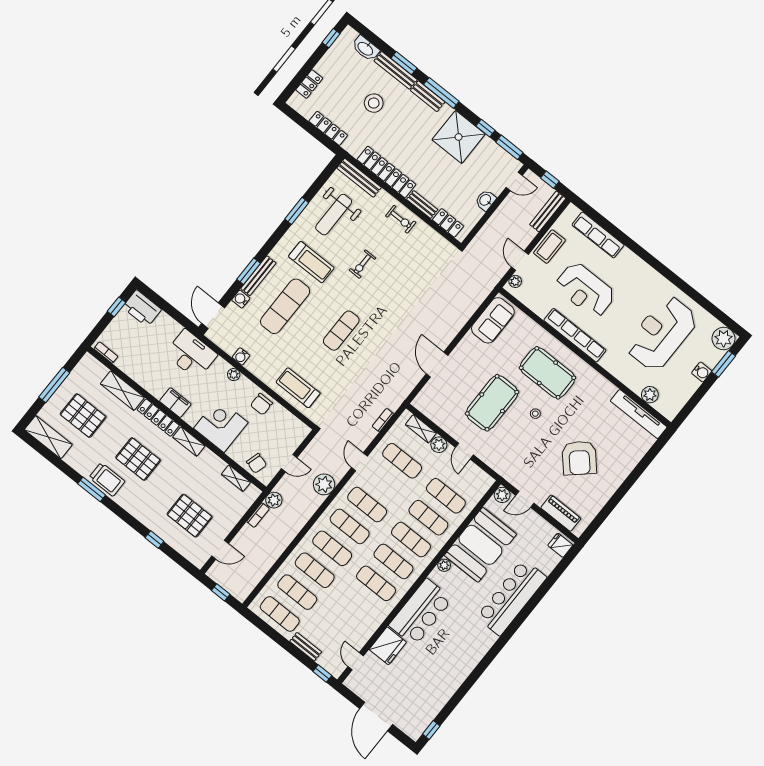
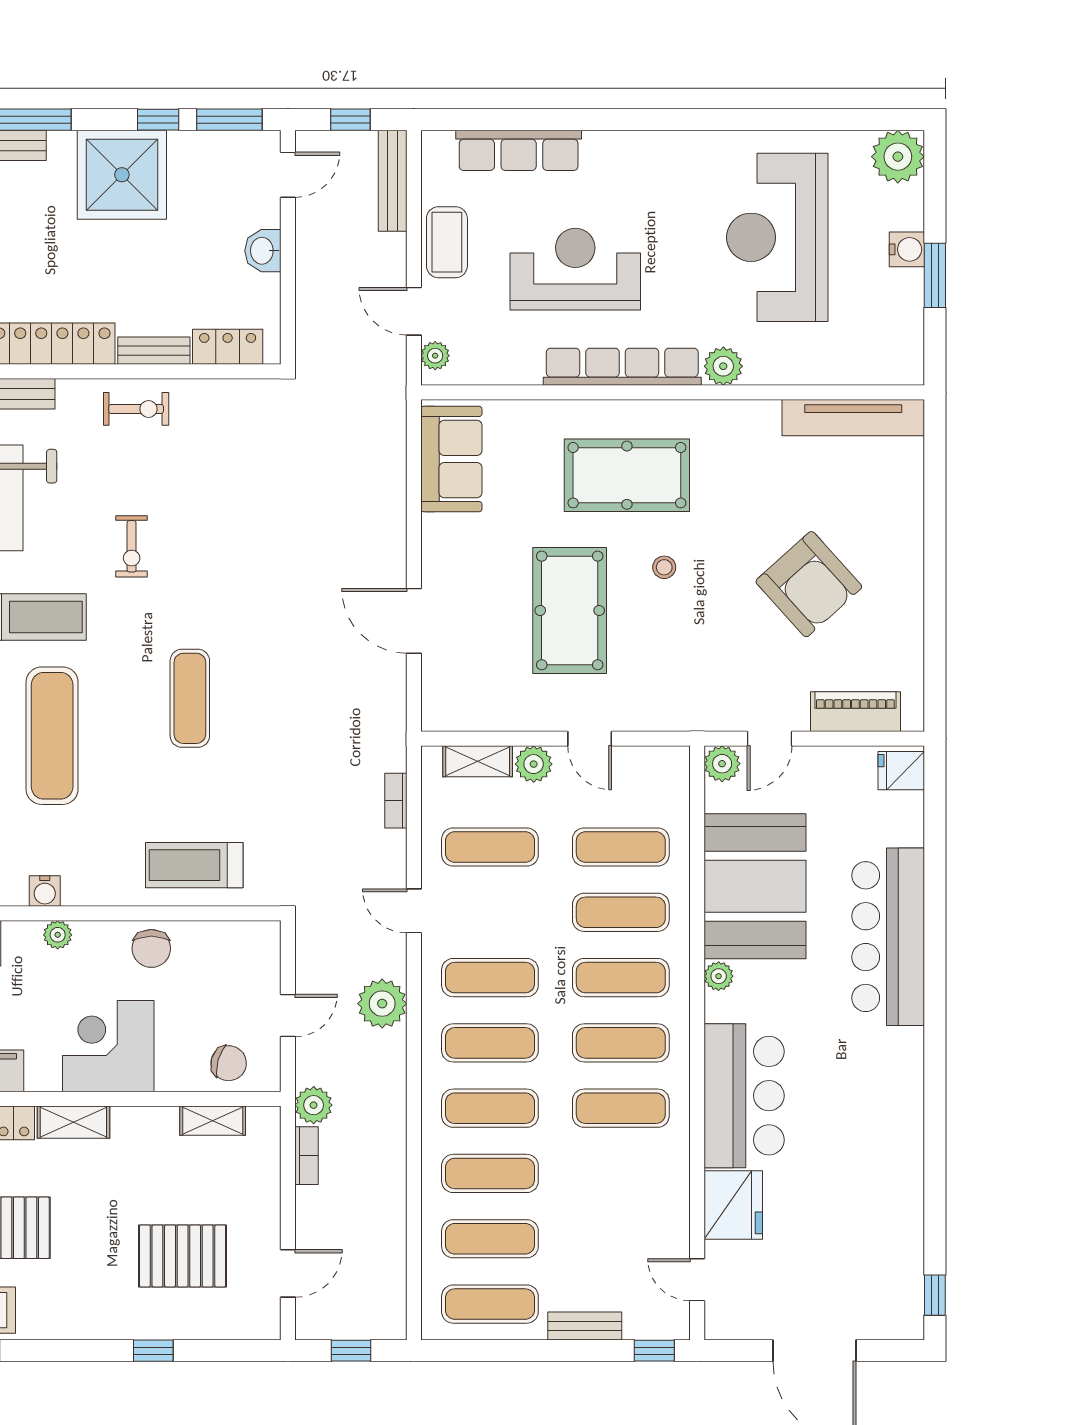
reception desk: (585, 290) -> (575, 269), turned 180
window: (724, 364) -> (935, 275), moved
plant: (650, 395) -> (723, 366), moved

